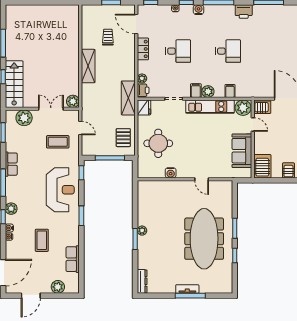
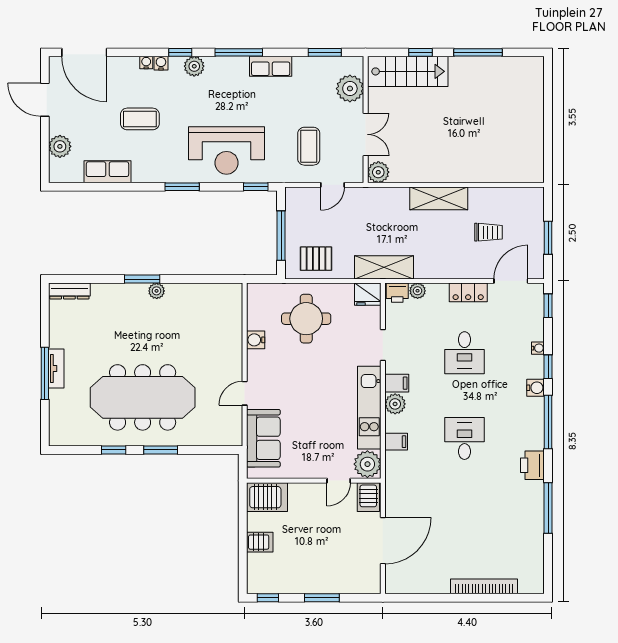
desk: (228, 51) -> (464, 438), turned 180
sofa: (242, 151) -> (263, 438), moved, turned 90

